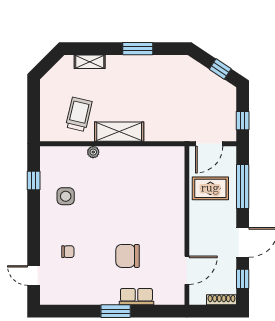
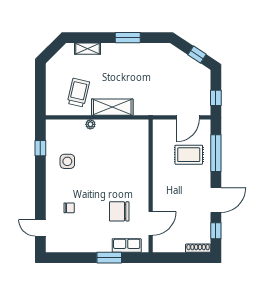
wall: (187, 225) -> (151, 186), moved
door: (187, 270) -> (151, 223), moved

